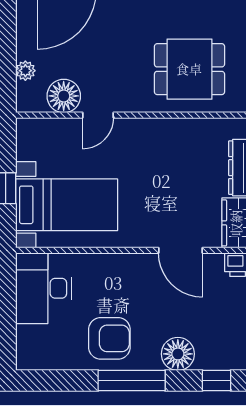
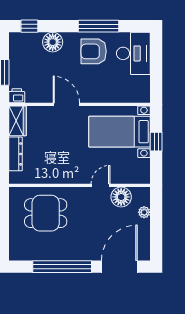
door: (181, 250) -> (66, 104), moved
desk: (43, 288) -> (133, 53), moved
window: (132, 380) -> (99, 26), moved

